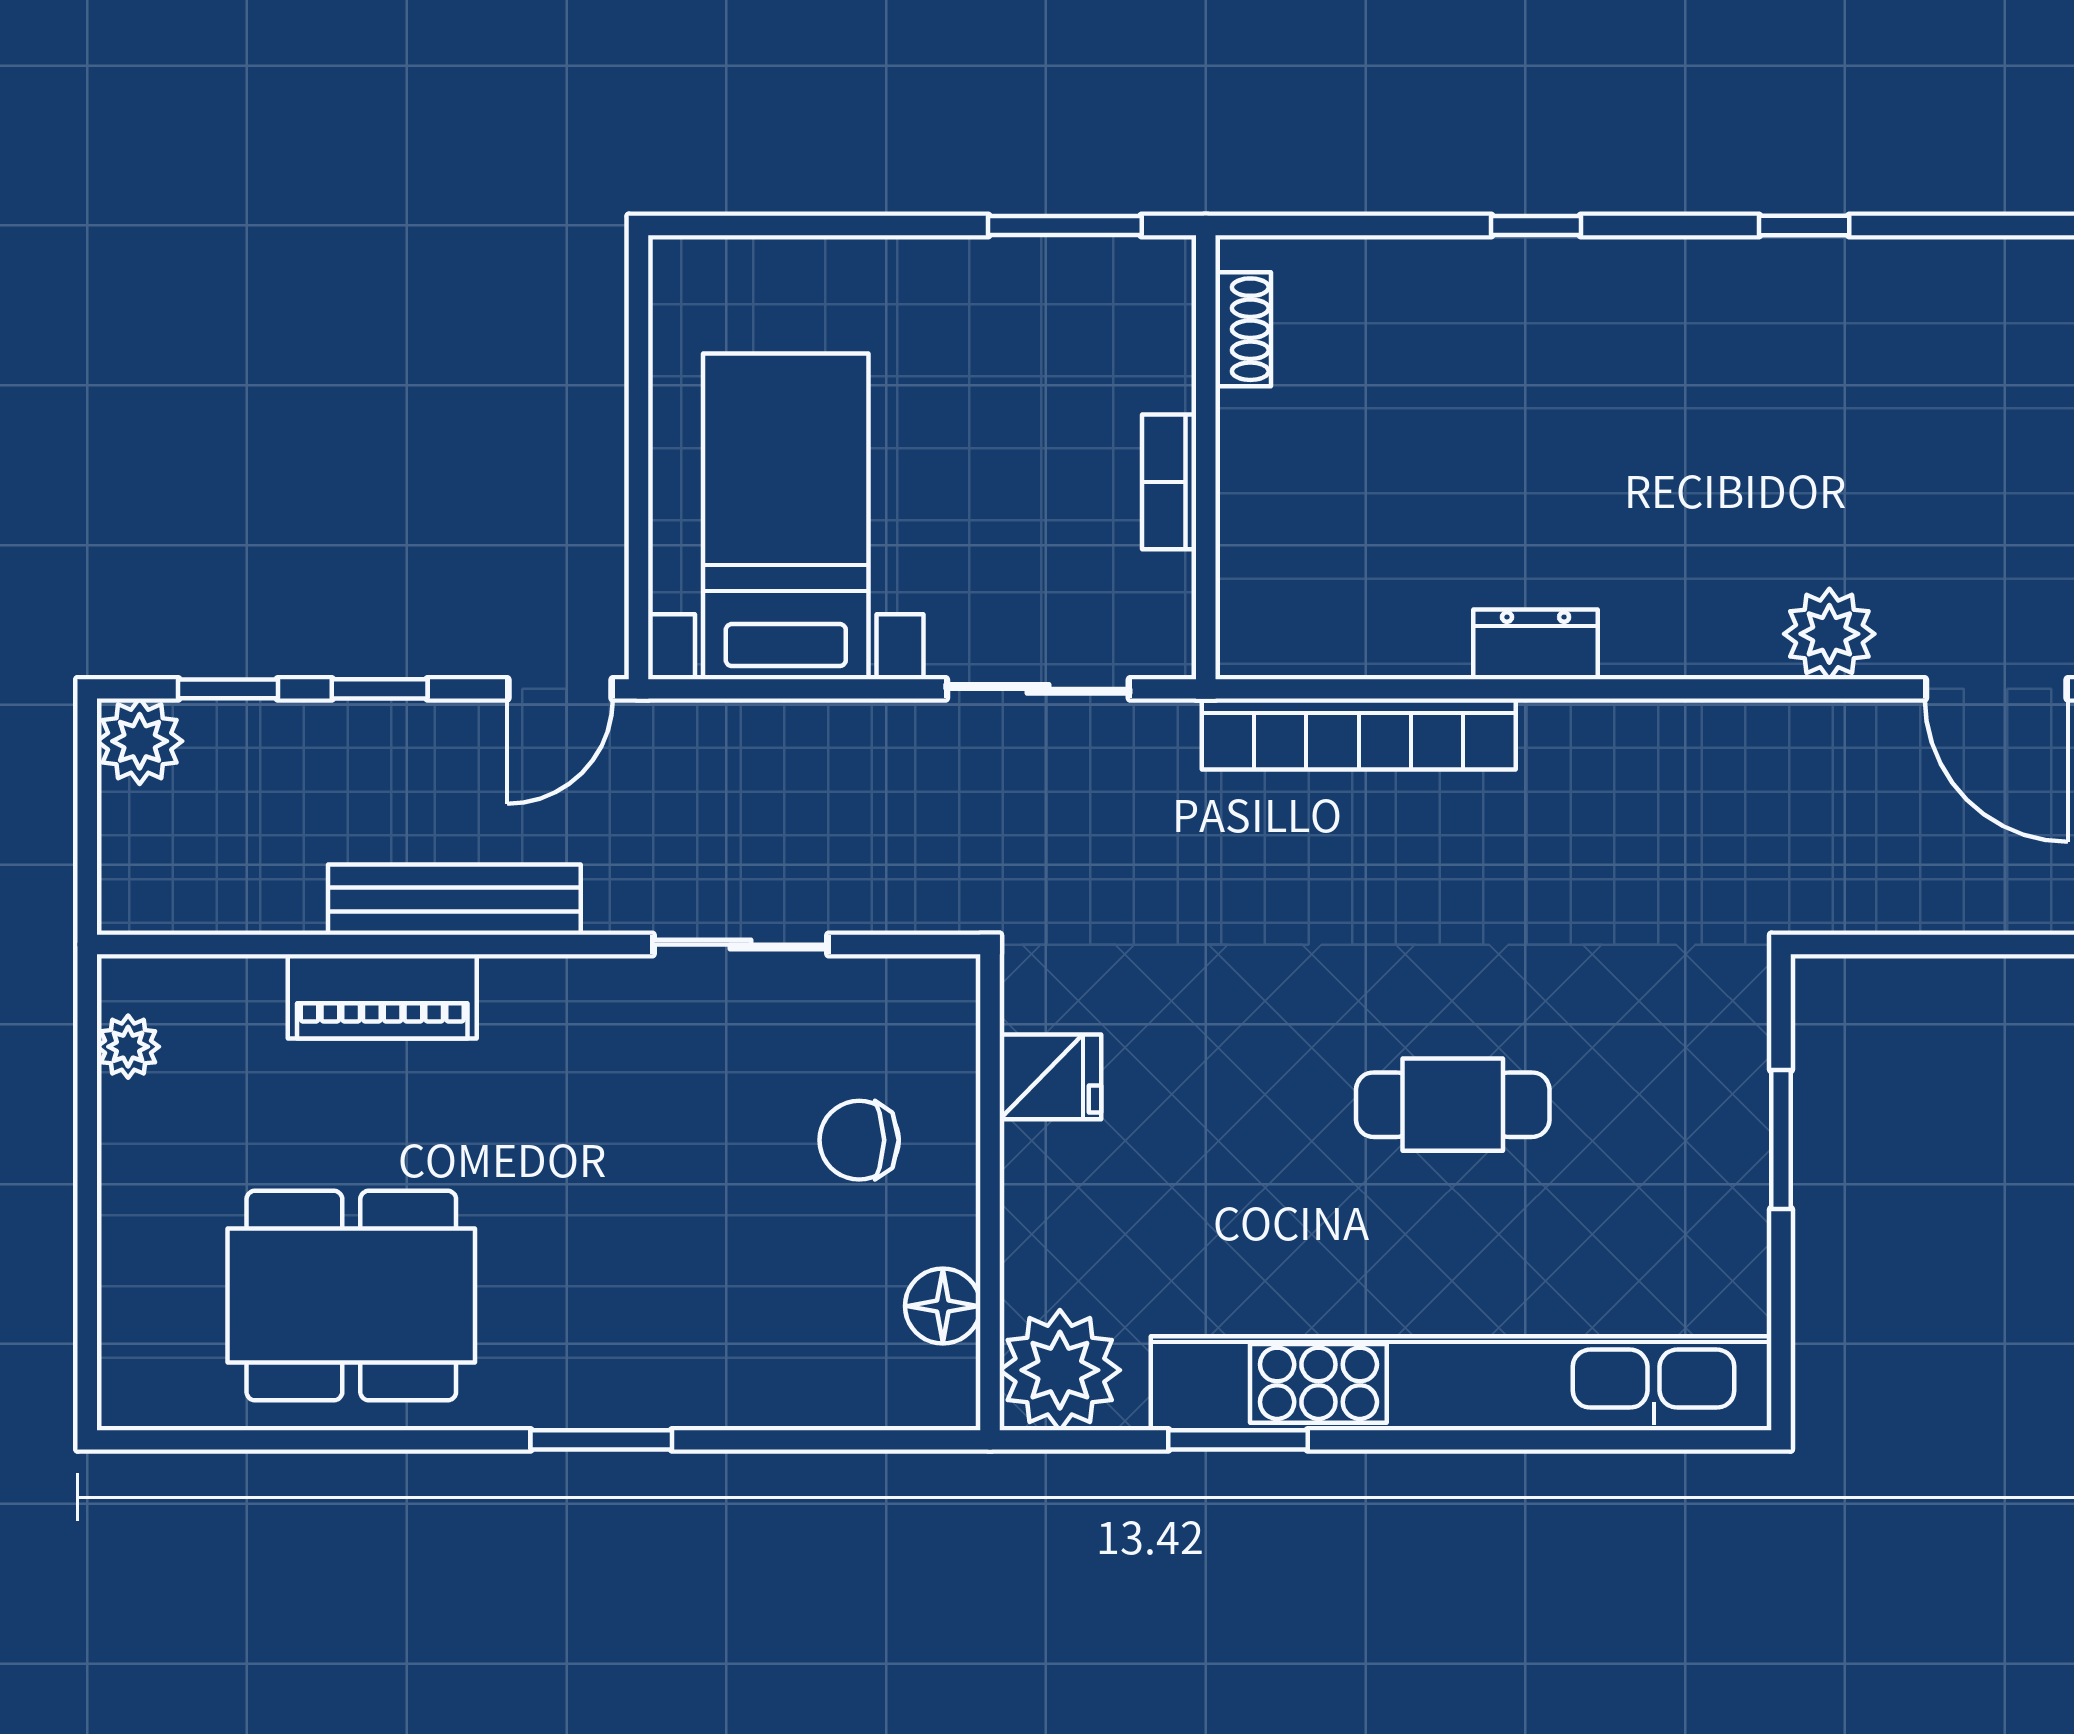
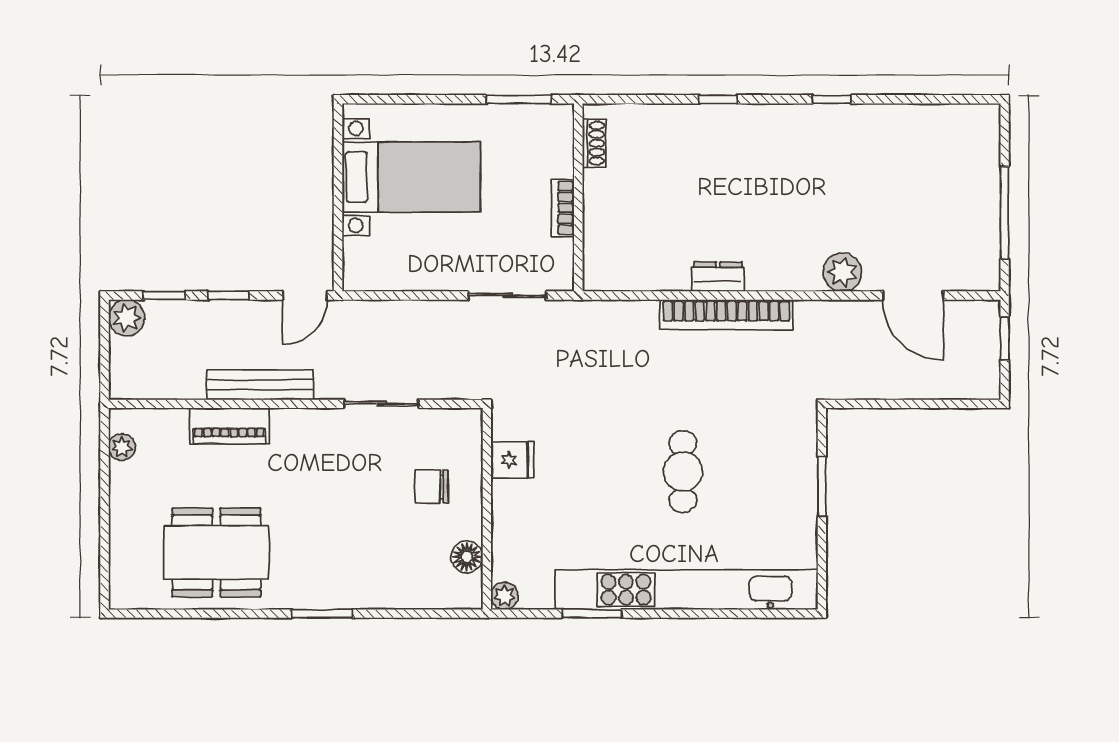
bed with nightstands: (786, 516) -> (411, 177), moved, turned 90
bookcase: (1359, 734) -> (726, 315), moved
cafe table: (1453, 1105) -> (683, 472), turned 90
plant: (1060, 1370) -> (505, 596), width x0.53, depth x0.53

